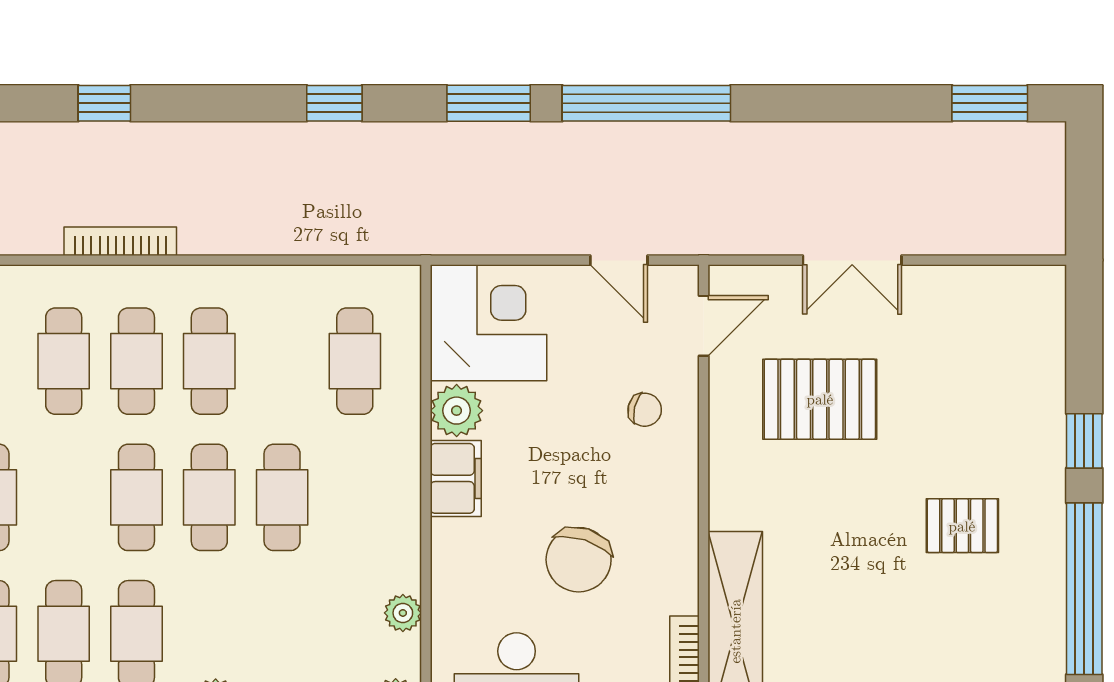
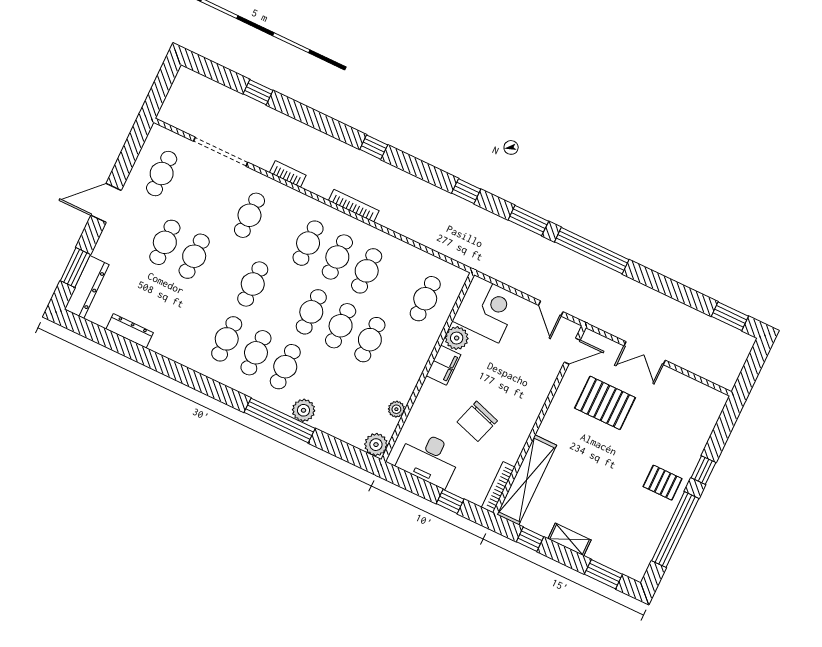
chair: (645, 410) -> (533, 374), removed
pallet: (962, 526) -> (663, 483), moved

